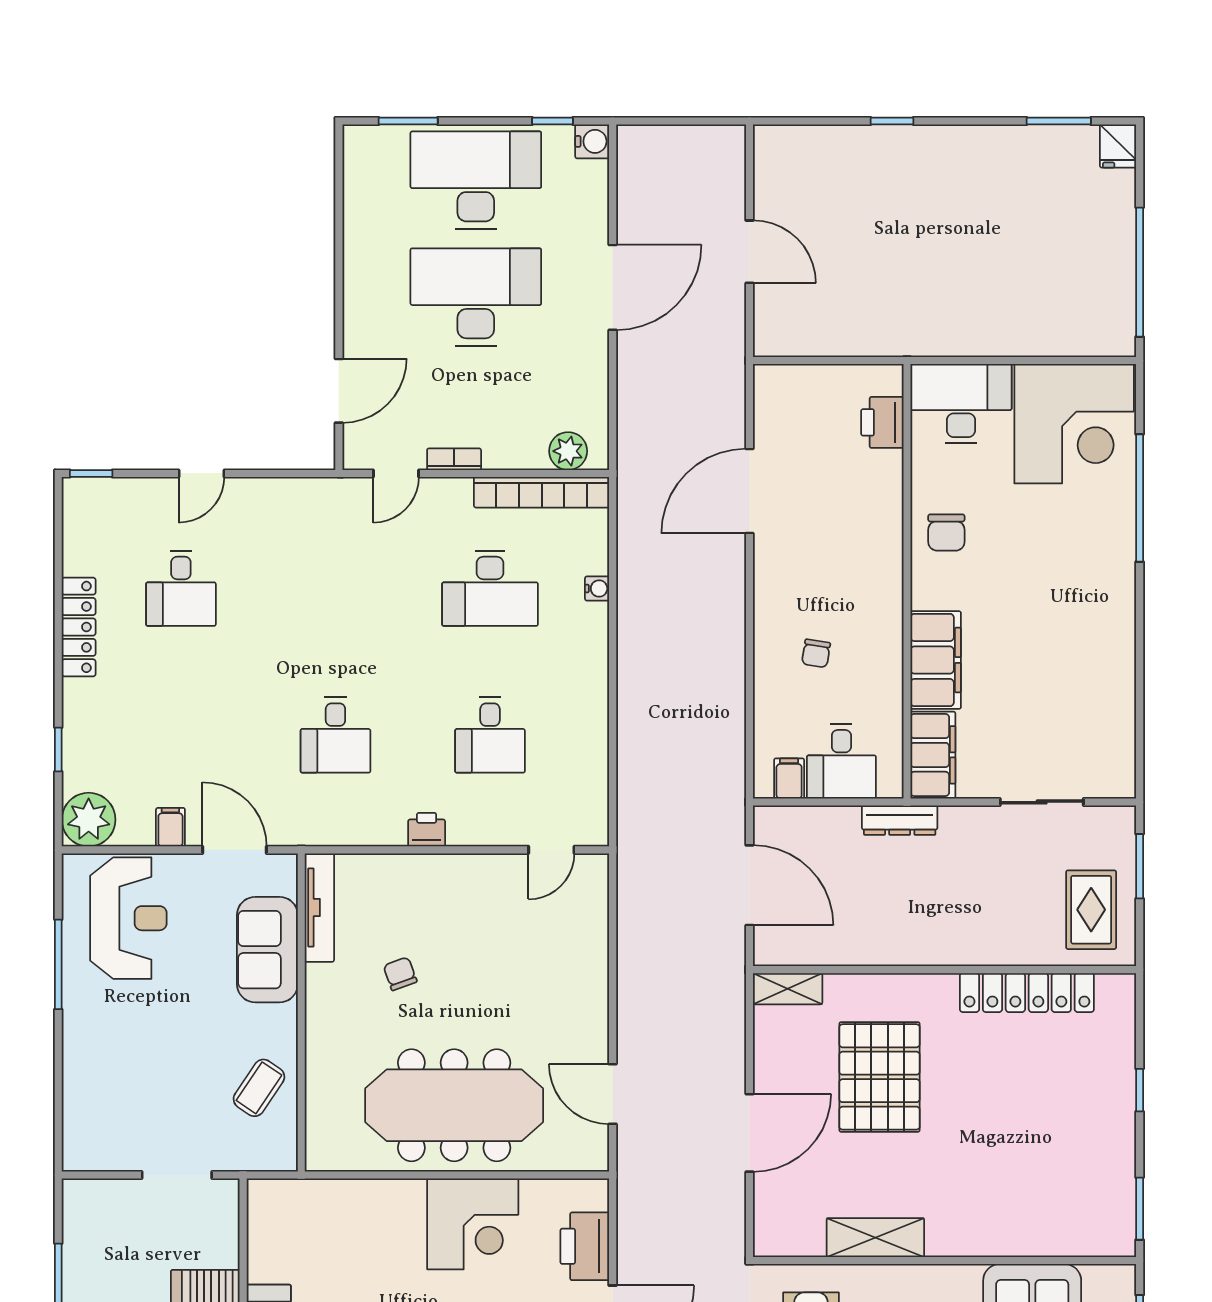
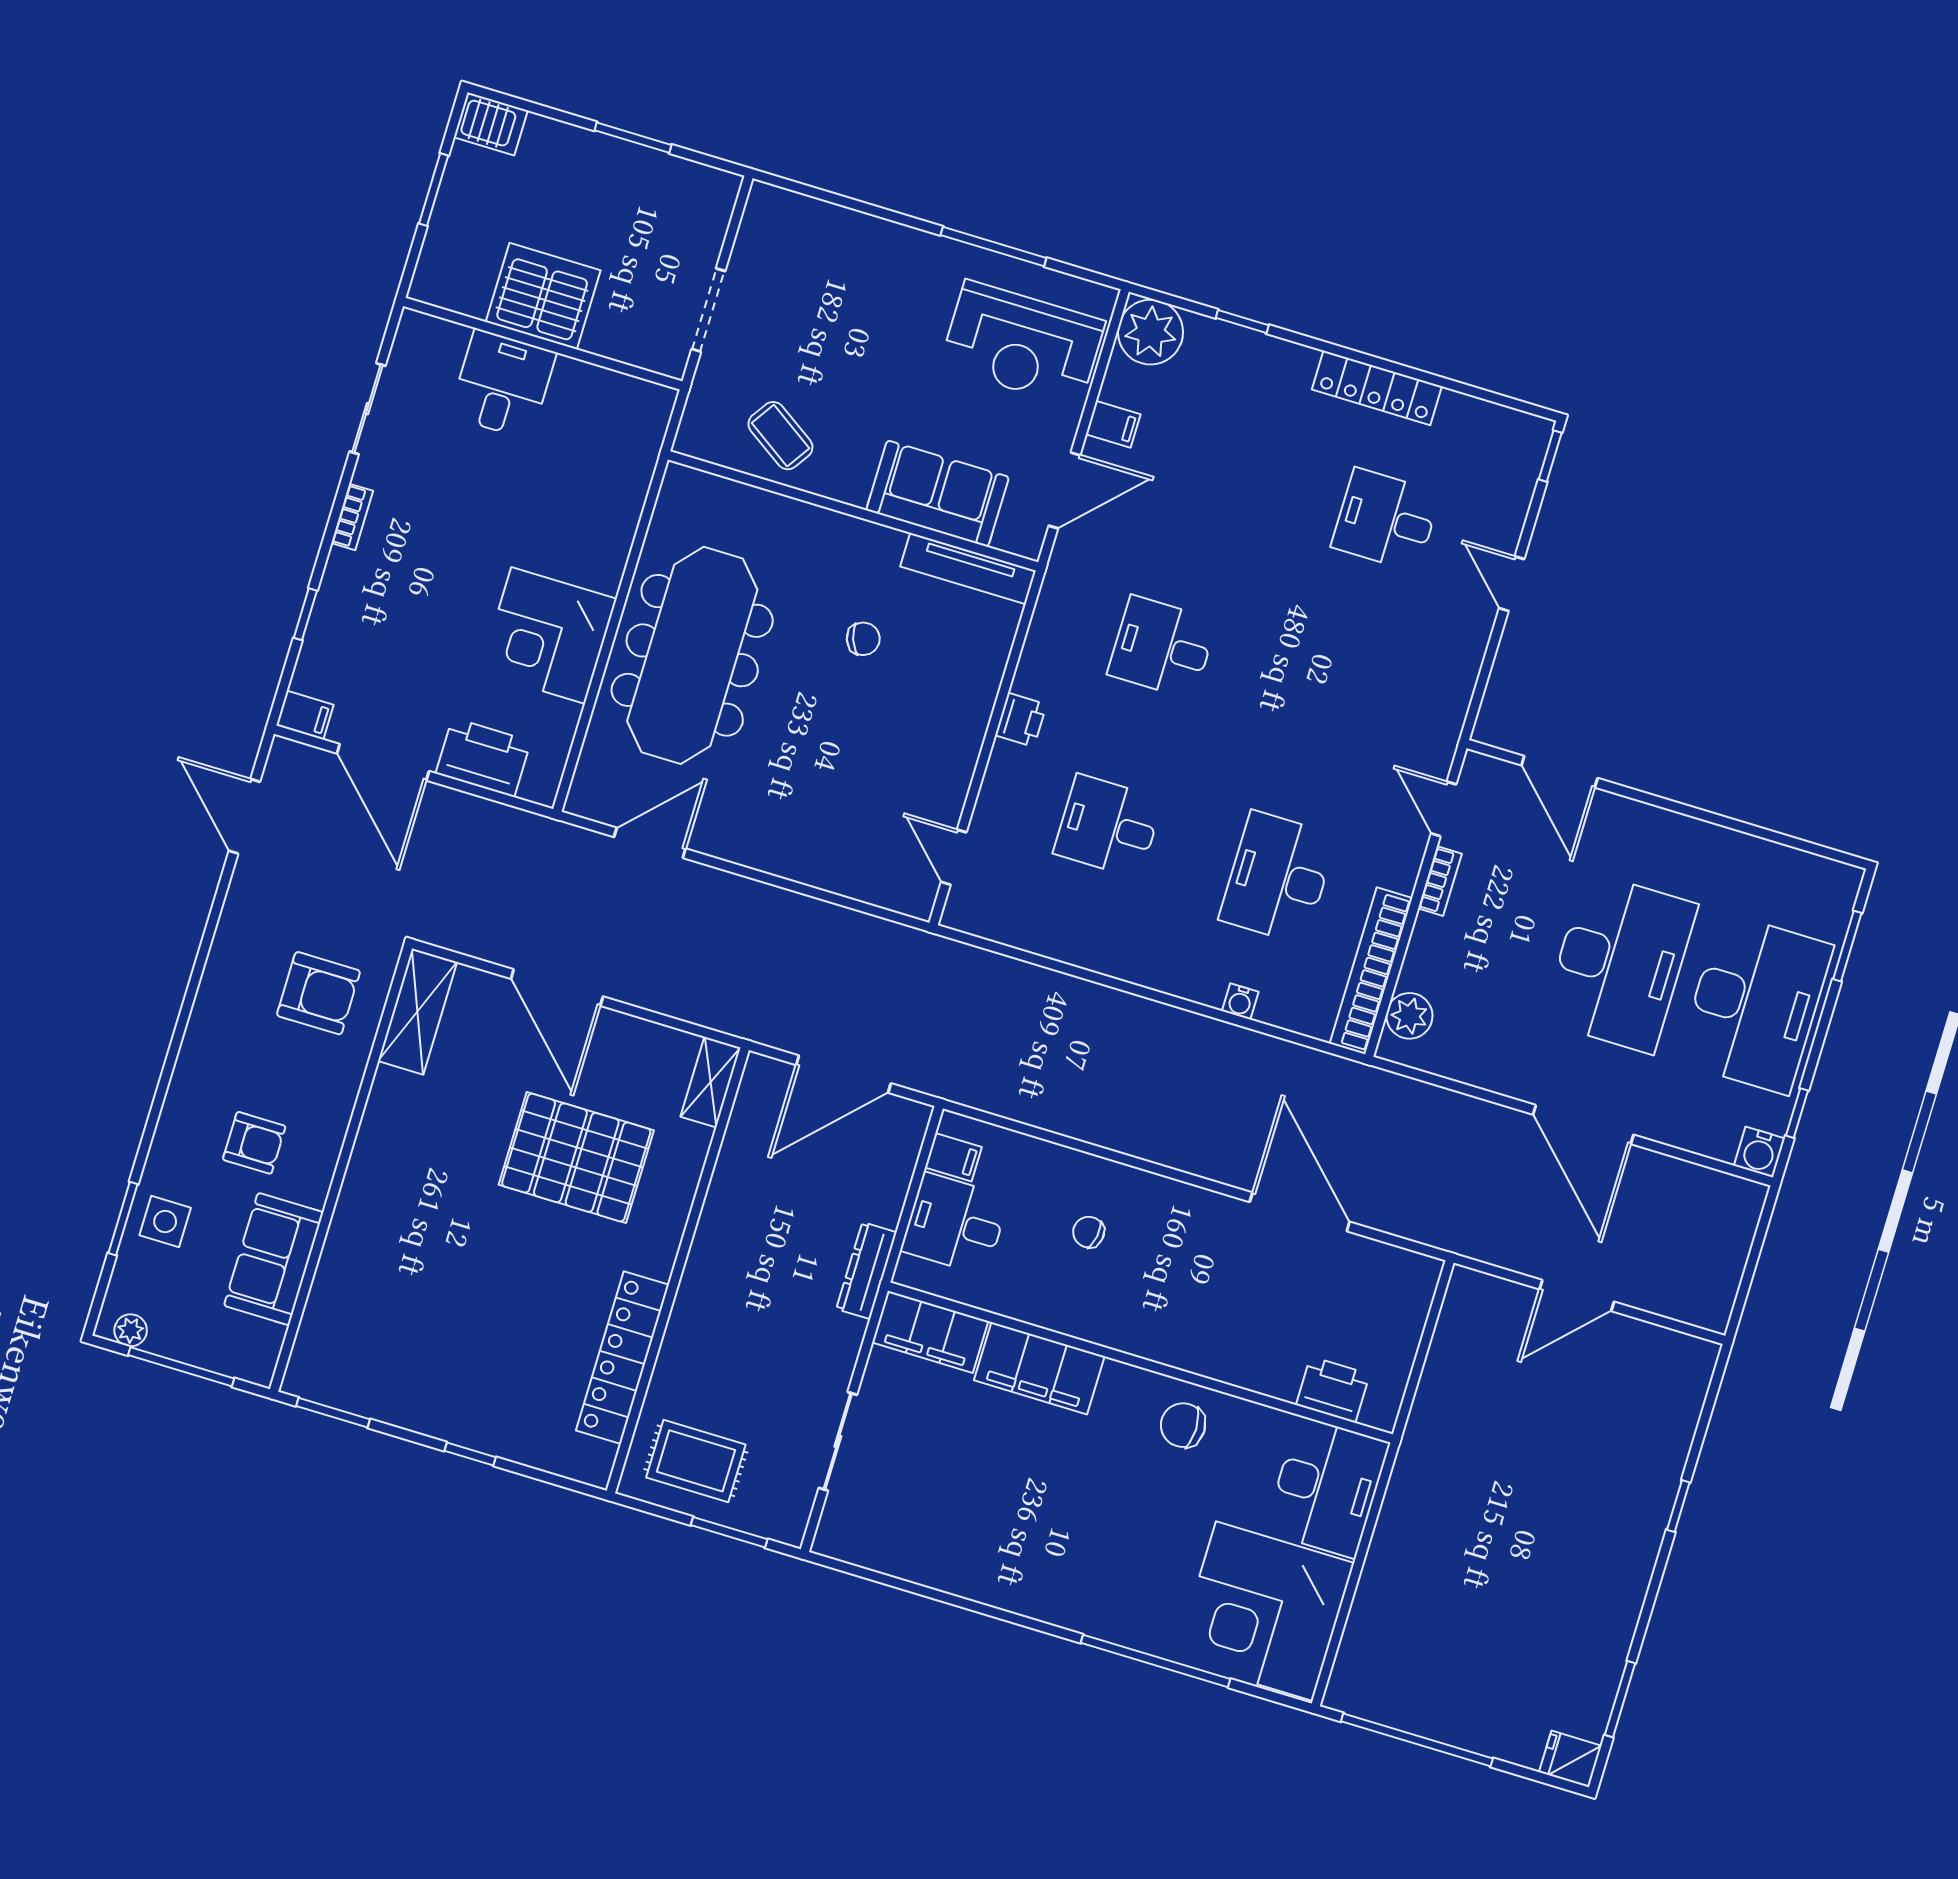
shelving: (875, 1238) -> (418, 1012), moved

